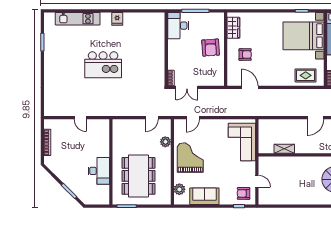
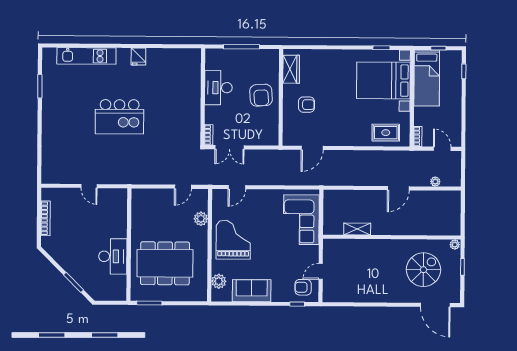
desk: (178, 26) -> (218, 88), moved
door: (250, 87) -> (312, 148), swing flipped
dining table: (138, 176) -> (165, 263), turned 90
door: (257, 181) -> (321, 271), swing flipped

